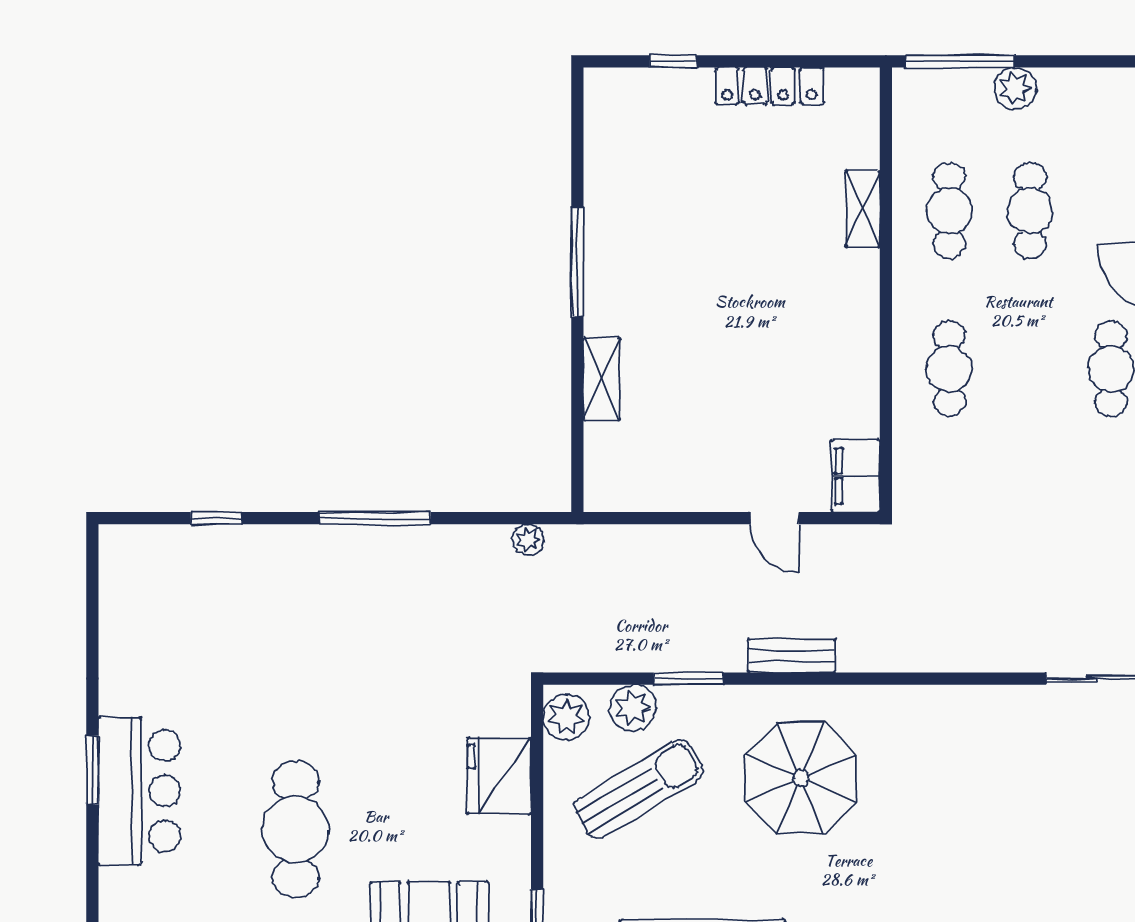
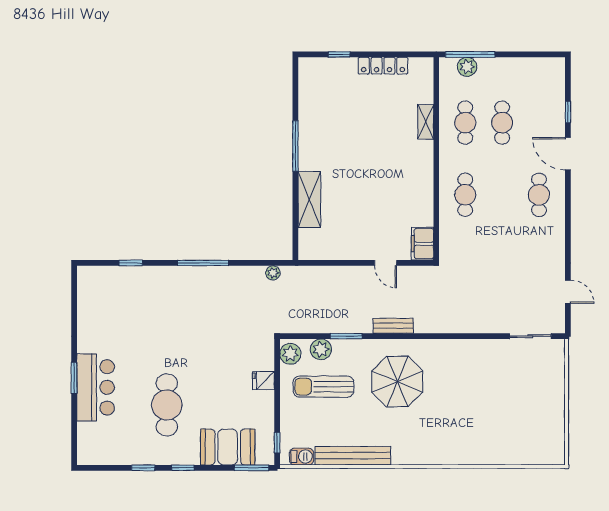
plant: (1015, 88) -> (467, 67), moved
shelving: (602, 379) -> (309, 199), width x1.50, depth x1.33
fridge: (499, 776) -> (263, 381), width x0.53, depth x0.75
sun lounger: (639, 789) -> (323, 387), turned -149

